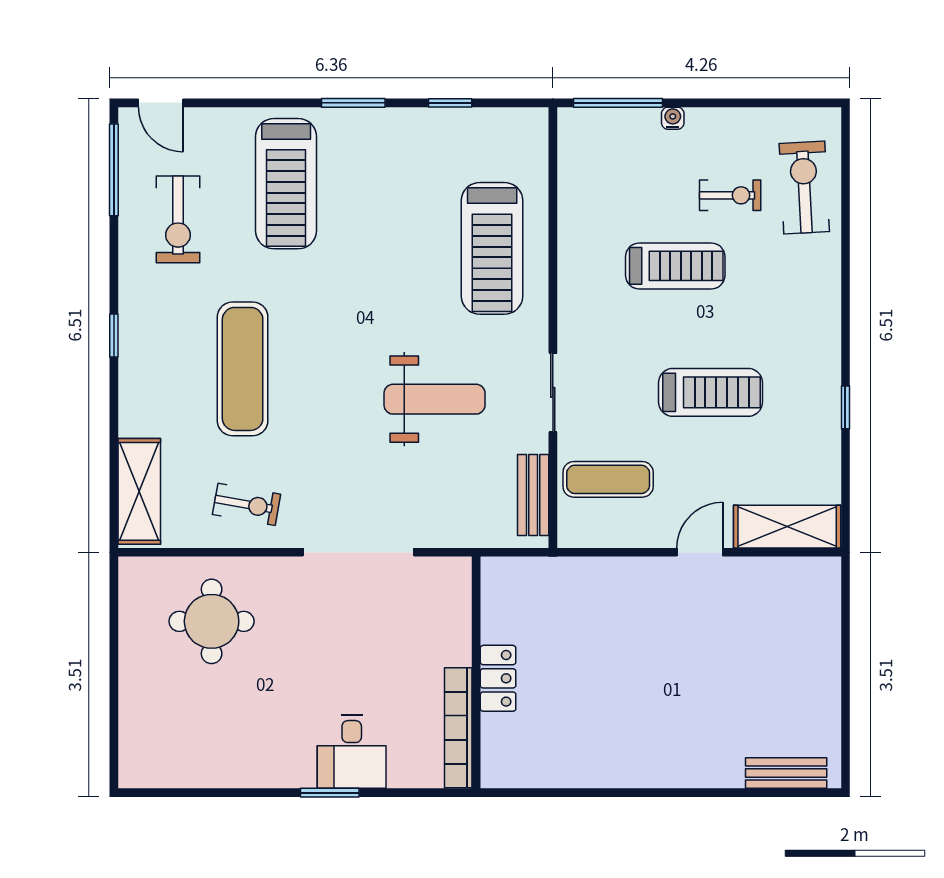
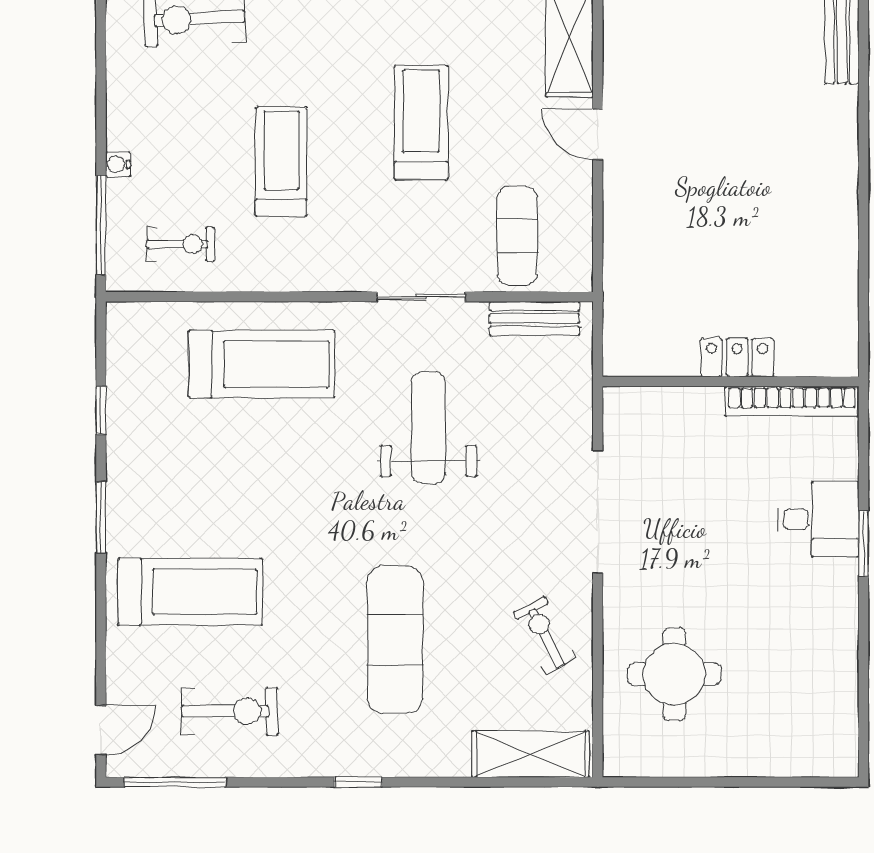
exercise bike: (730, 195) -> (180, 244), moved, turned 90
exercise mat: (243, 369) -> (395, 640), turned 90
exercise bike: (247, 504) -> (545, 635), turned -37

